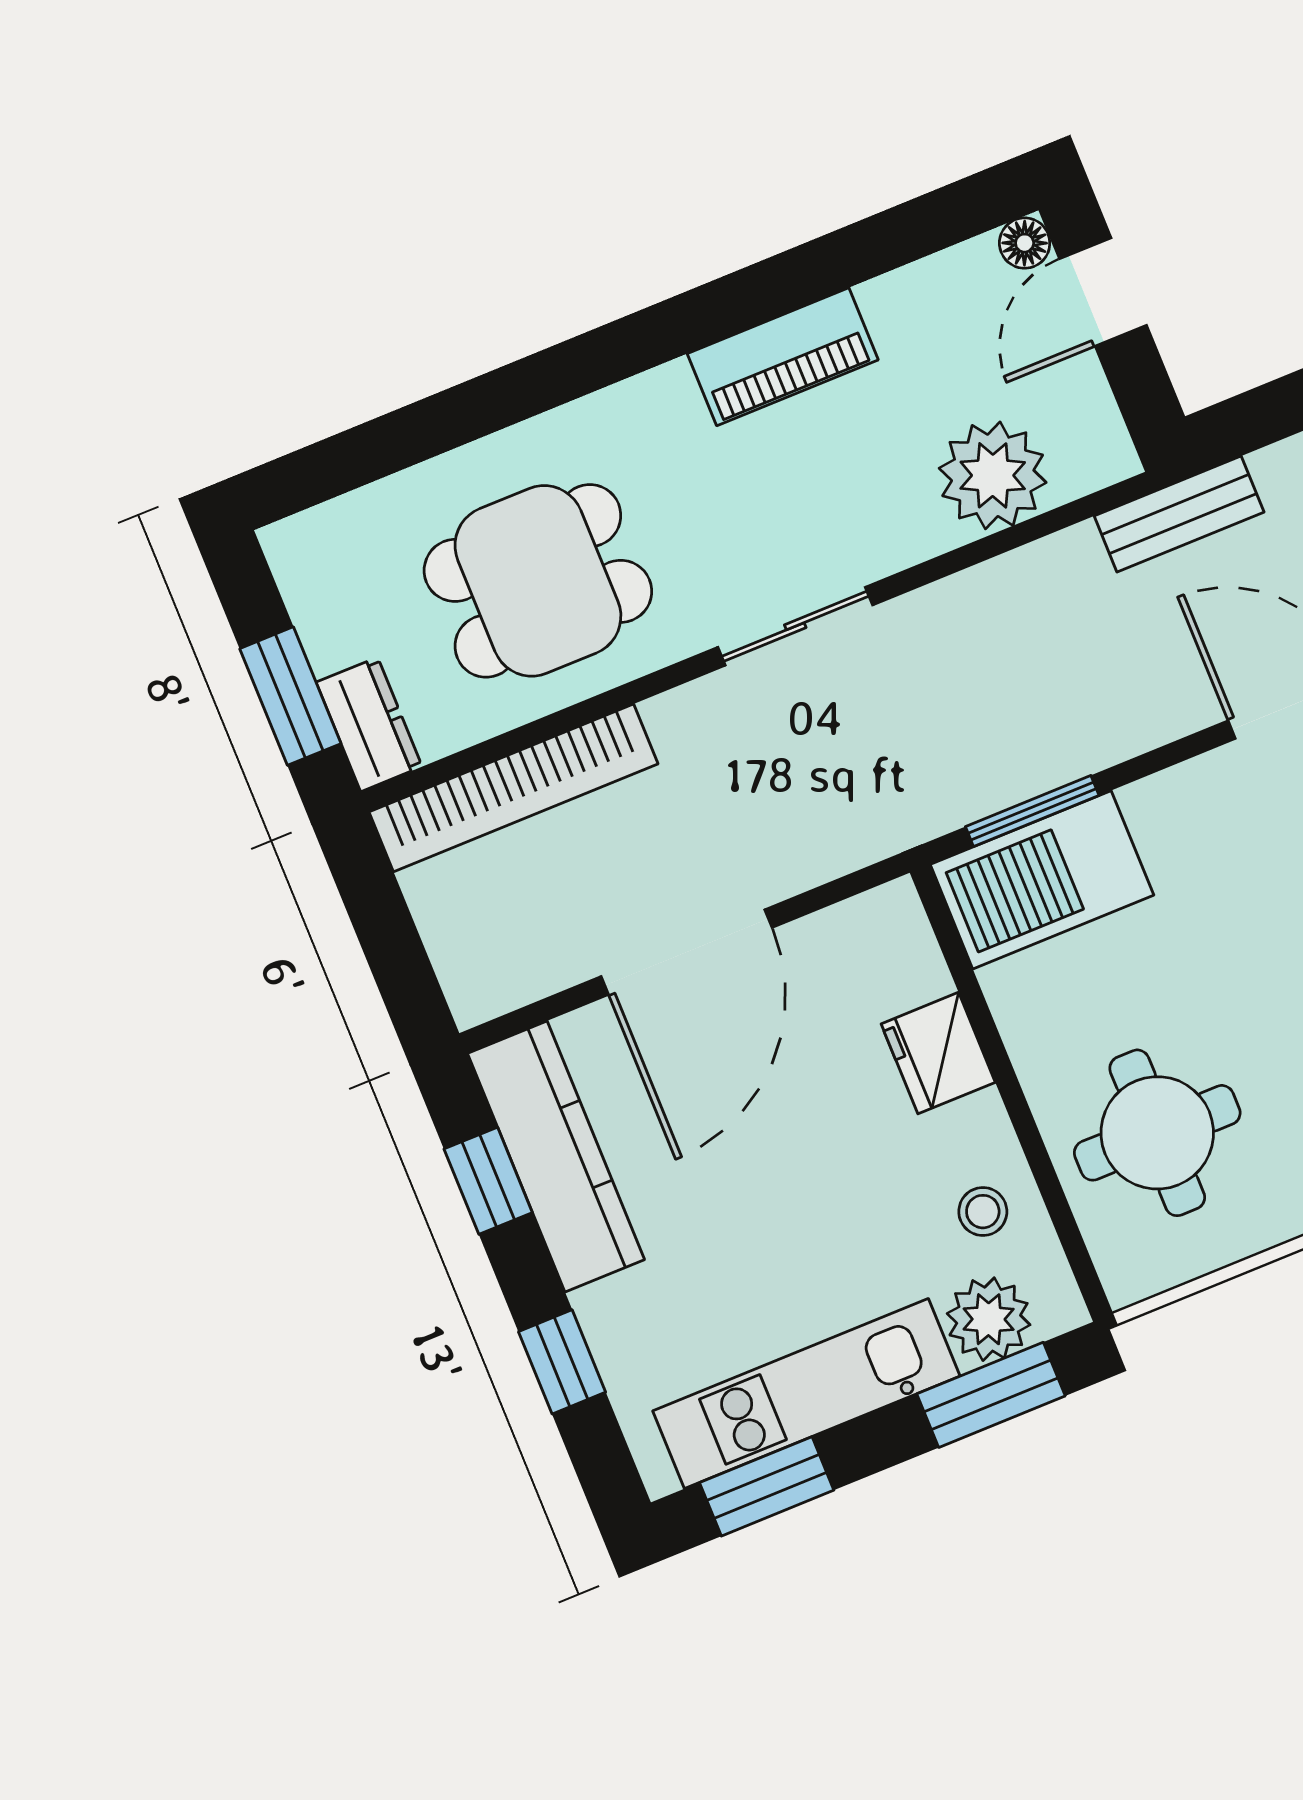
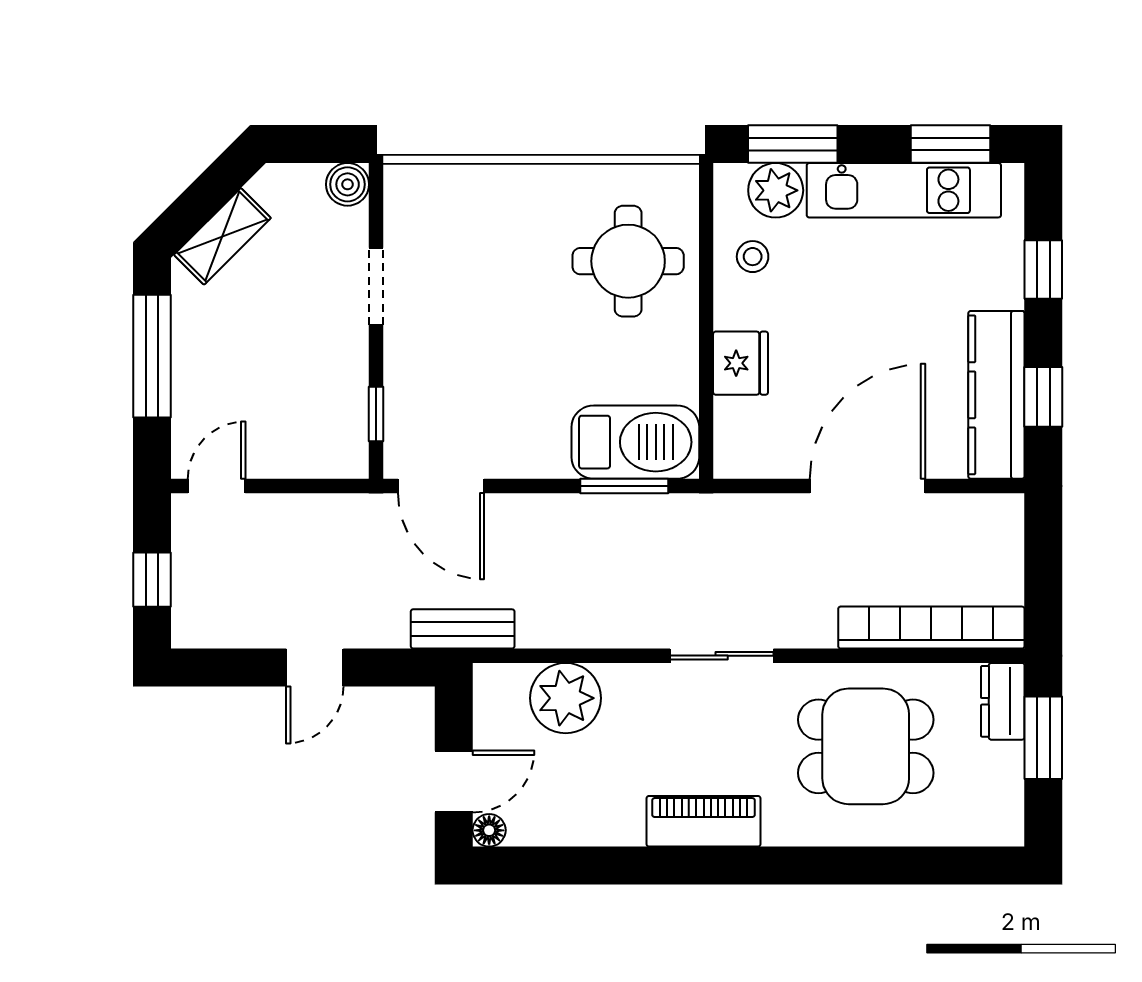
piano: (783, 357) -> (704, 821), moved

